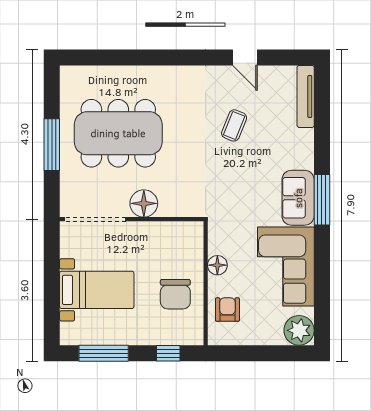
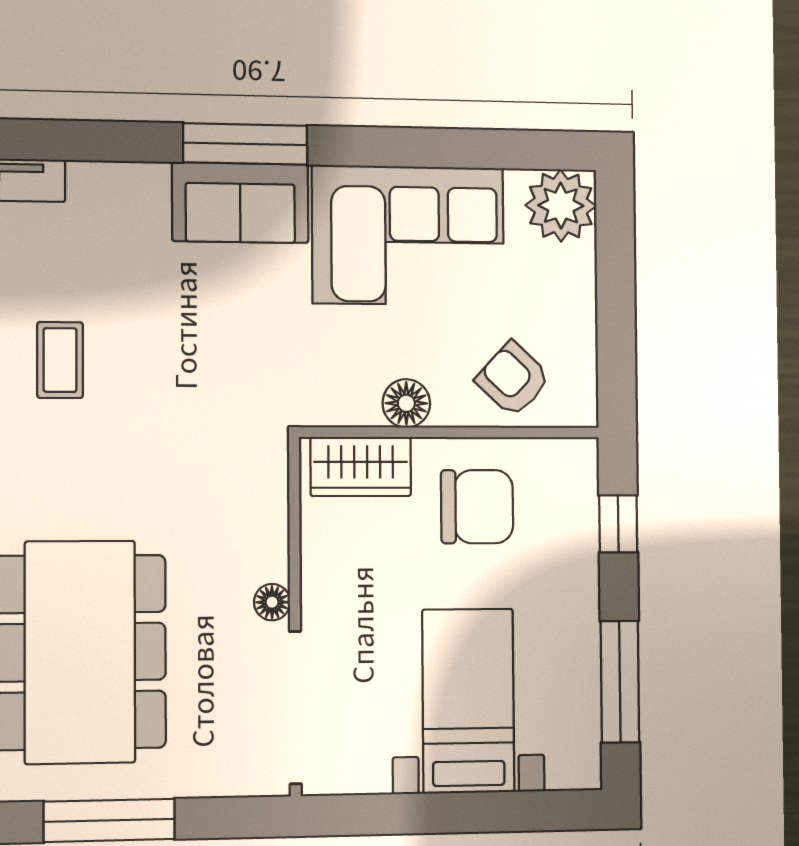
coffee table: (234, 125) -> (60, 360), turned 68
floor lamp: (144, 203) -> (272, 602), width x0.53, depth x0.53
wardrobe: (192, 246) -> (361, 467), added
armchair: (227, 310) -> (513, 379), turned 43

